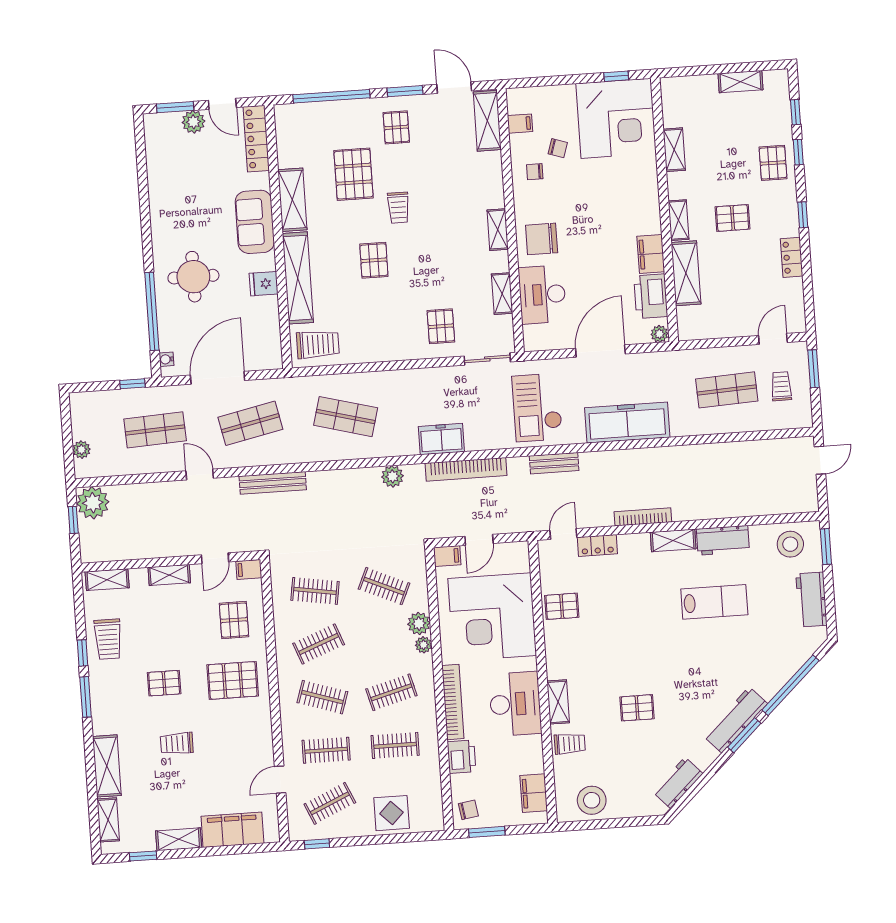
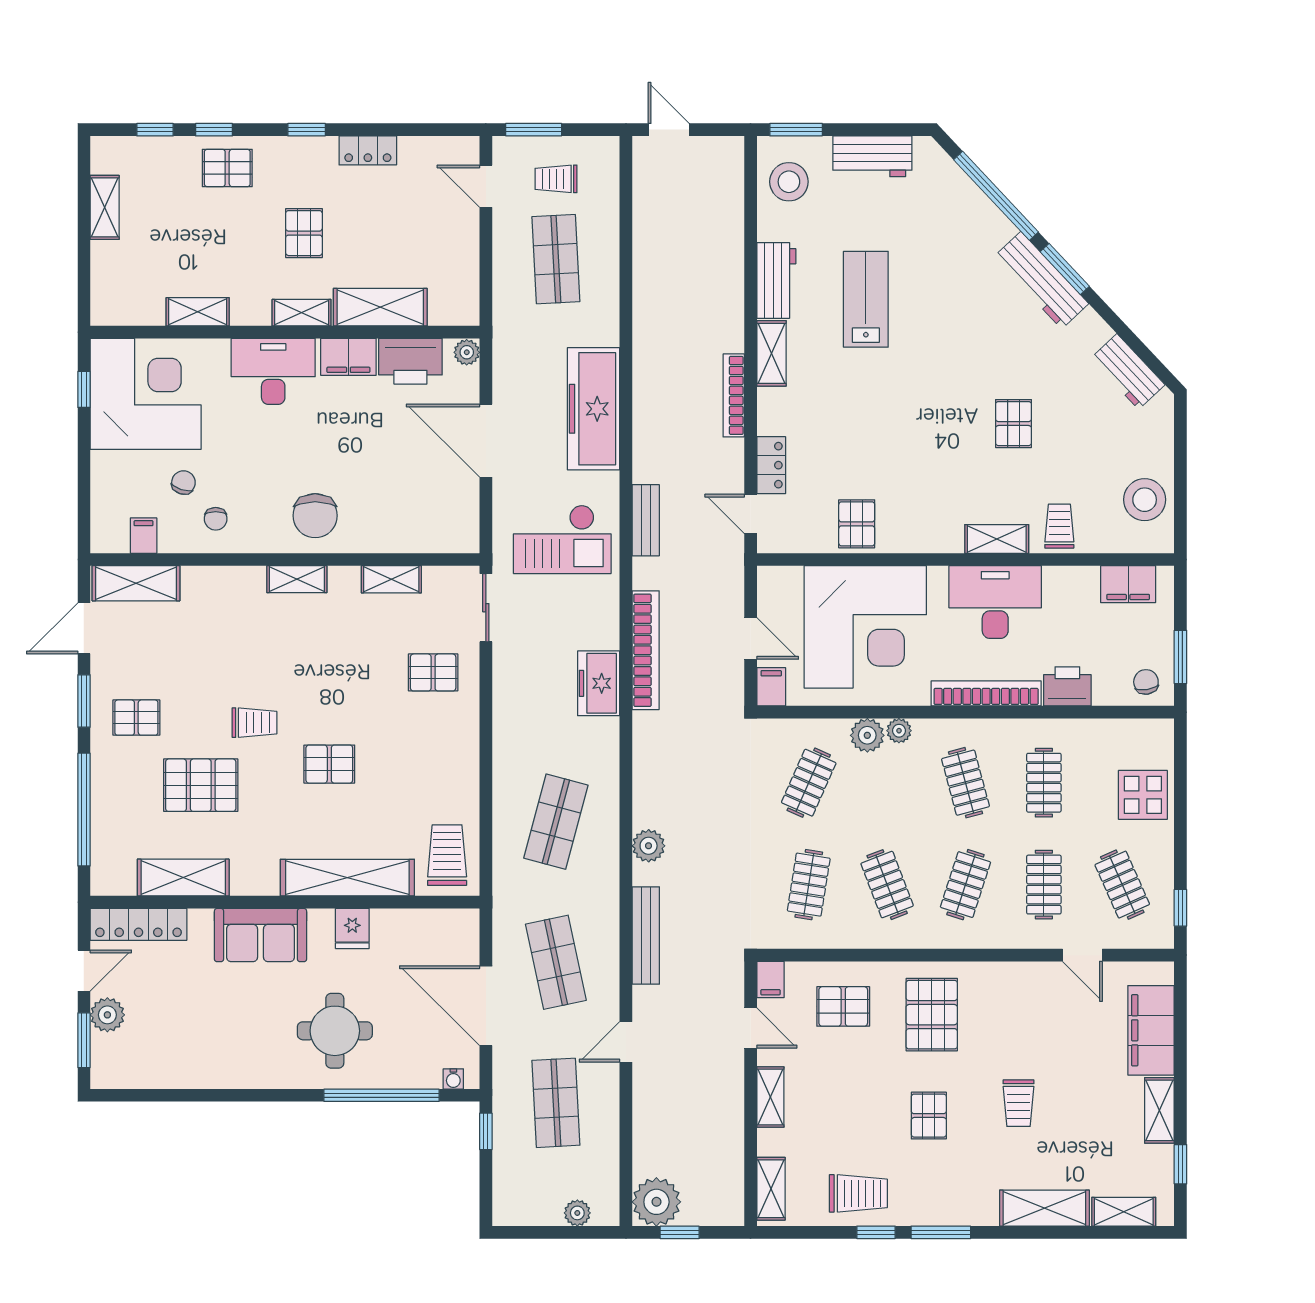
shelving: (292, 200) -> (183, 878), moved
desk: (542, 294) -> (273, 371), moved, turned 180
plant: (392, 476) -> (649, 846), moved

